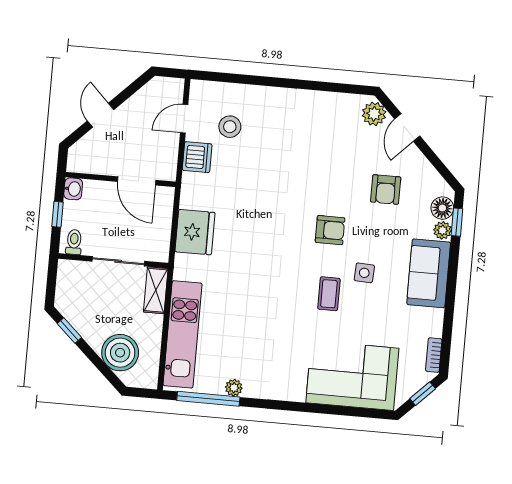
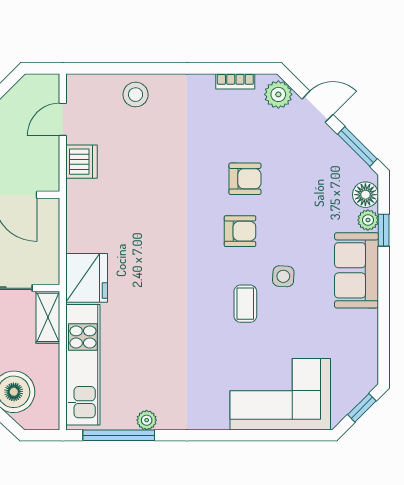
stool: (230, 127) -> (136, 95), moved
door: (407, 128) -> (317, 107), swing flipped
window: (439, 165) -> (357, 147), added
armchair: (386, 189) -> (245, 179), moved, turned -90
window: (457, 222) -> (384, 230), moved
fridge: (195, 232) -> (87, 278), moved
bookcase: (434, 355) -> (235, 81), moved, turned -90

